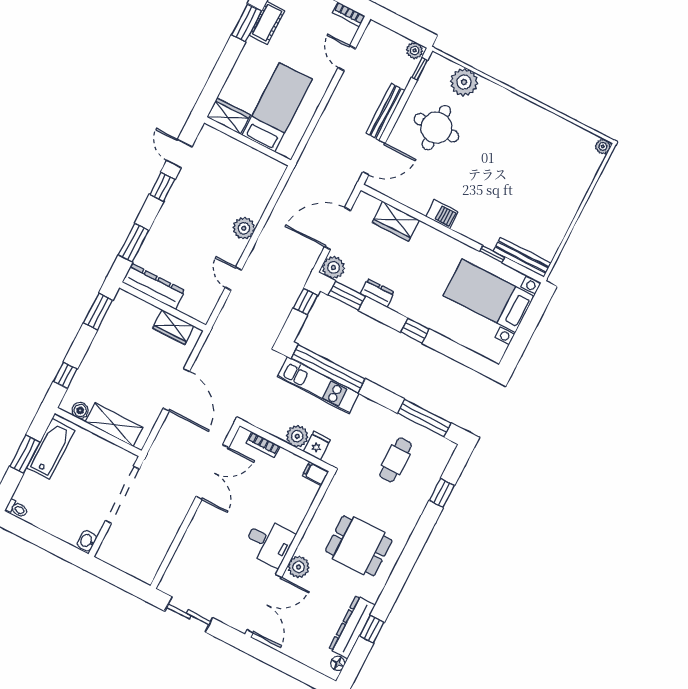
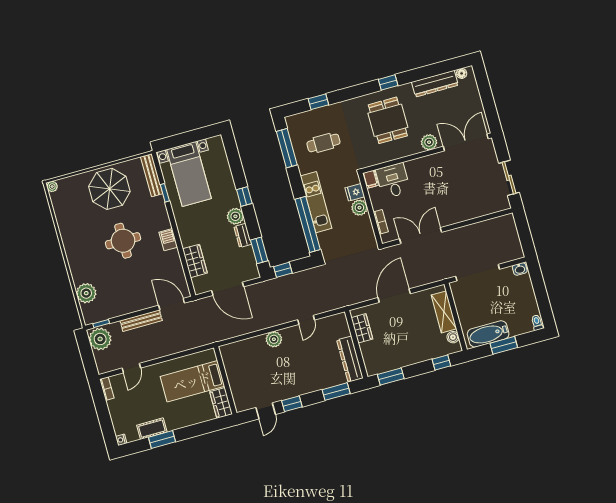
plant: (415, 50) -> (100, 339), width x1.88, depth x1.88
round table: (436, 128) -> (123, 241), moved
parasol: (547, 202) -> (109, 189), added
plant: (333, 267) -> (235, 216), moved
kitchen unit: (318, 385) -> (316, 202), moved
desk: (269, 542) -> (393, 181), moved
window: (372, 629) -> (388, 82), moved

